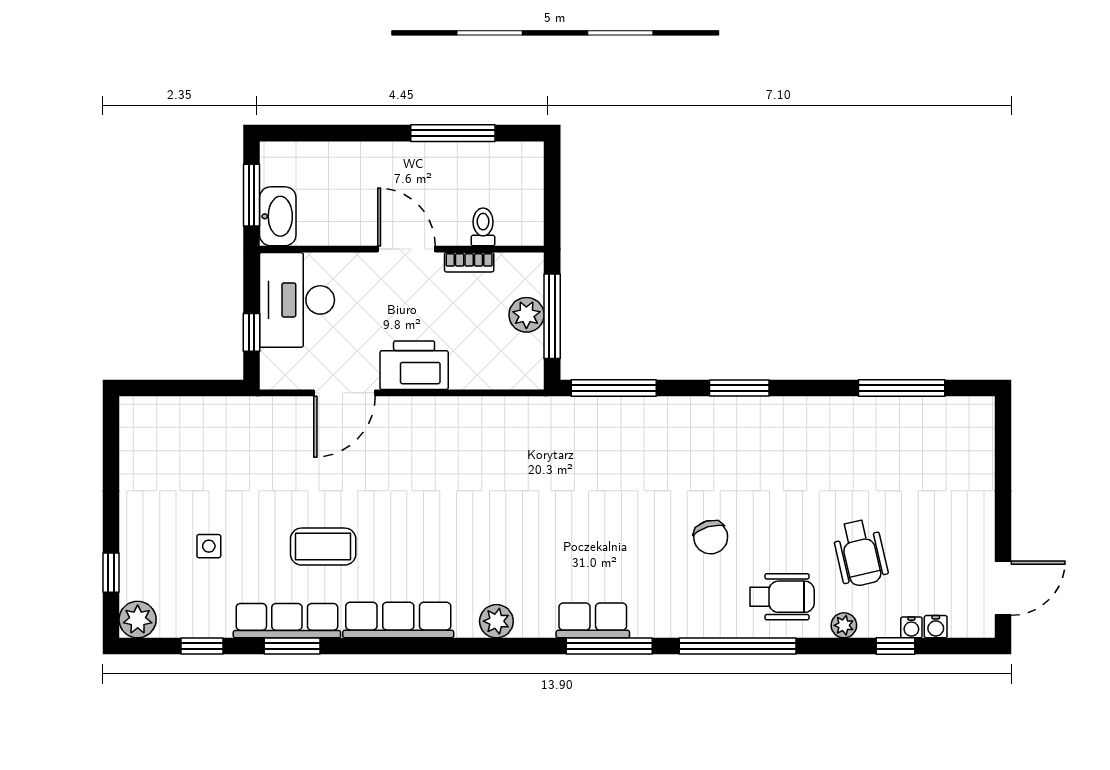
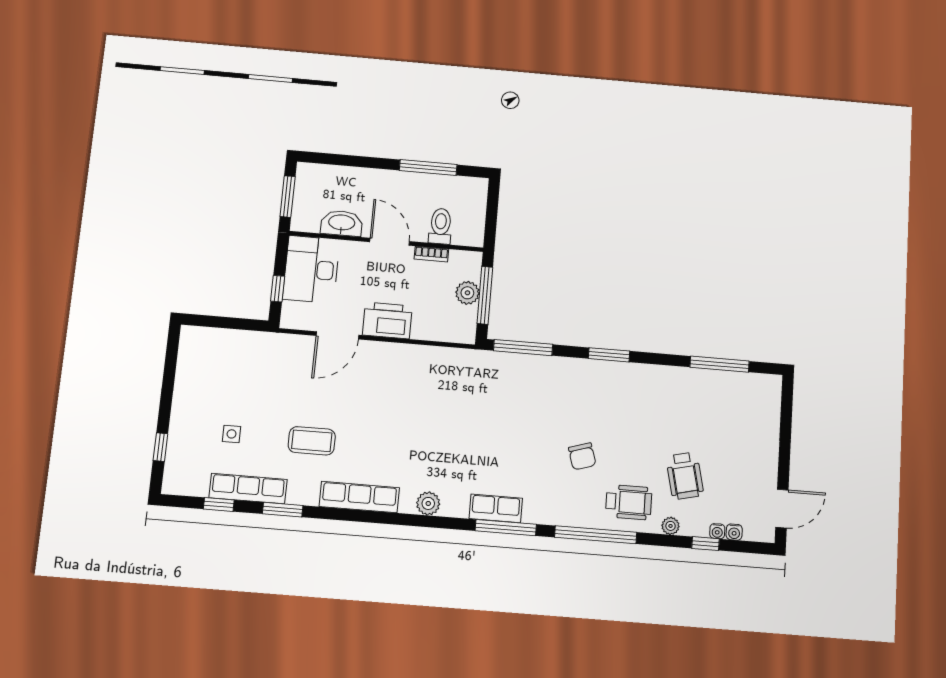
washbasin: (278, 216) -> (342, 223), moved, turned -90
toilet: (483, 227) -> (440, 226), width x1.37, depth x1.39
plant: (138, 620) -> (175, 482), removed
row of seats: (287, 621) -> (248, 489), moved

